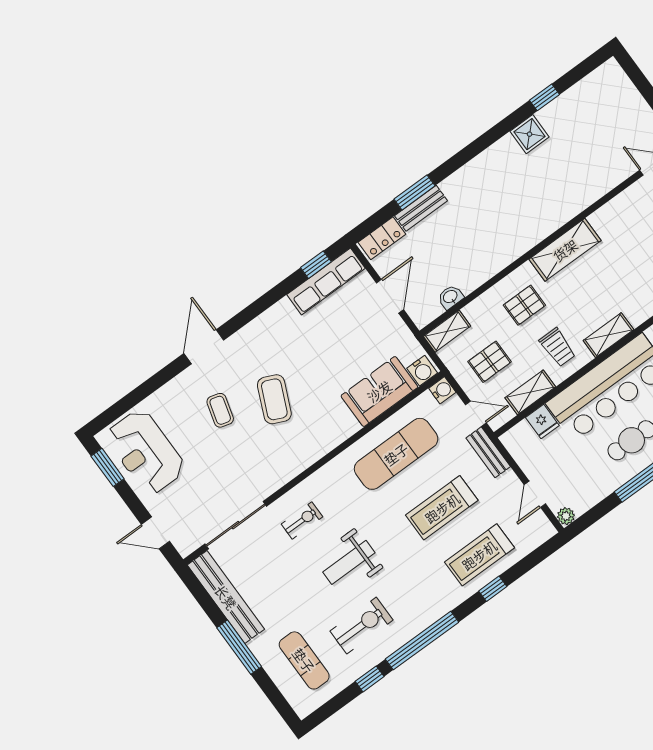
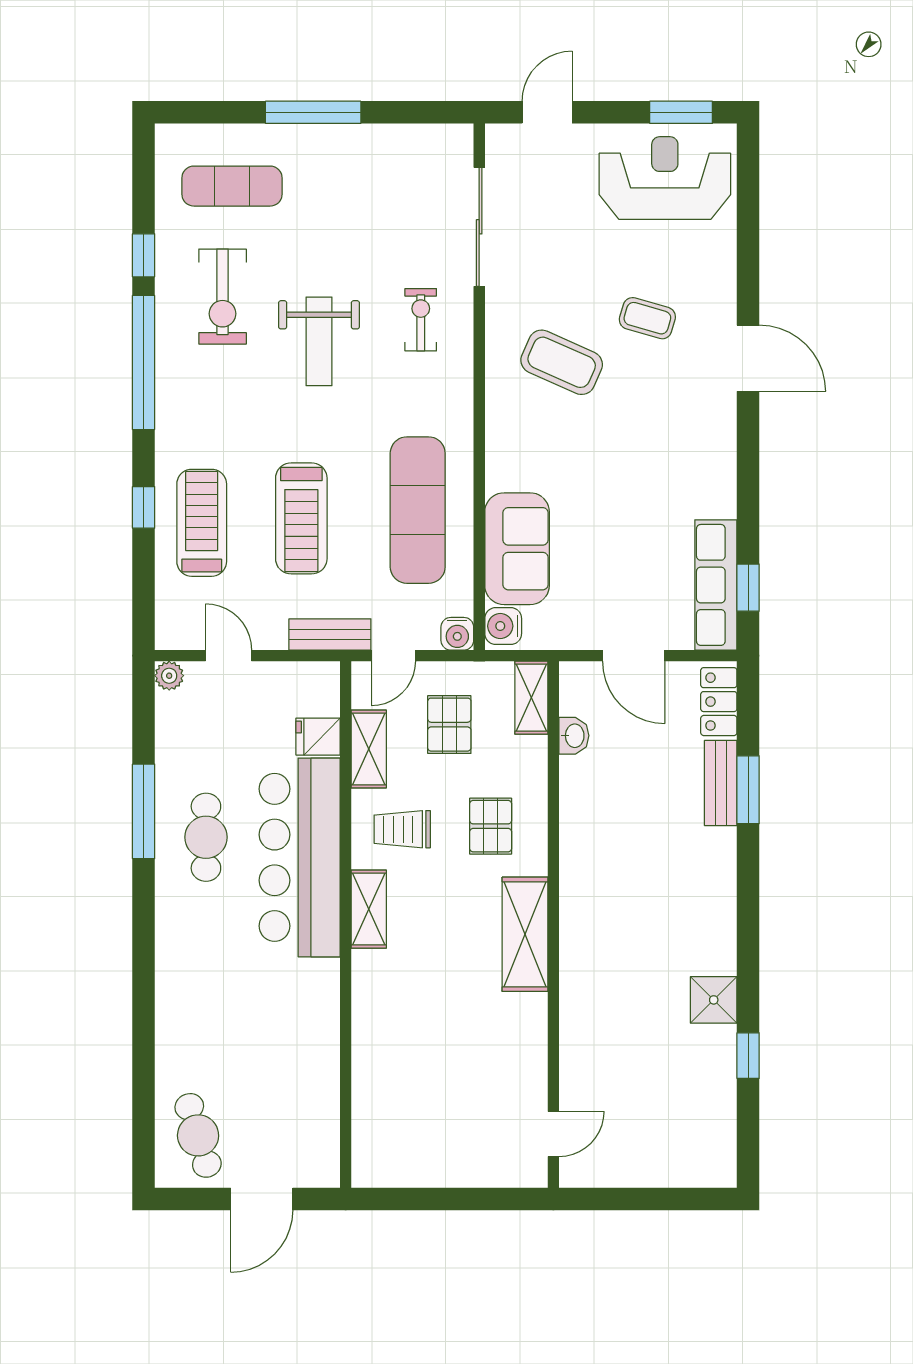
coffee table: (274, 399) -> (562, 362), moved
treadmill: (442, 508) -> (301, 518), turned 180
exercise bike: (302, 520) -> (421, 320), turned 180
weight bench: (349, 562) -> (319, 341), turned 180
bench: (226, 597) -> (393, 144), removed

